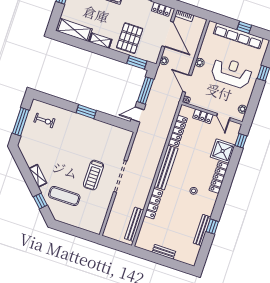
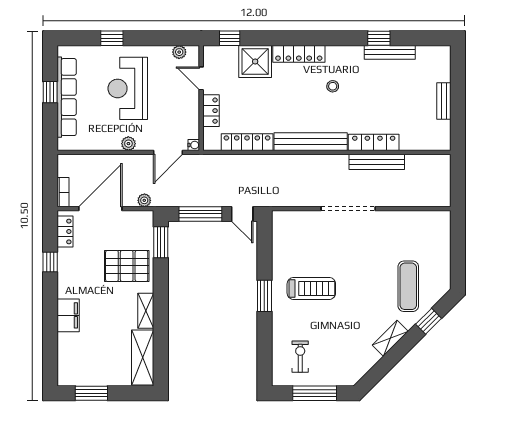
door: (223, 117) -> (201, 78), swing flipped
treadmill: (94, 175) -> (311, 288), moved
bench: (134, 224) -> (377, 162), moved

